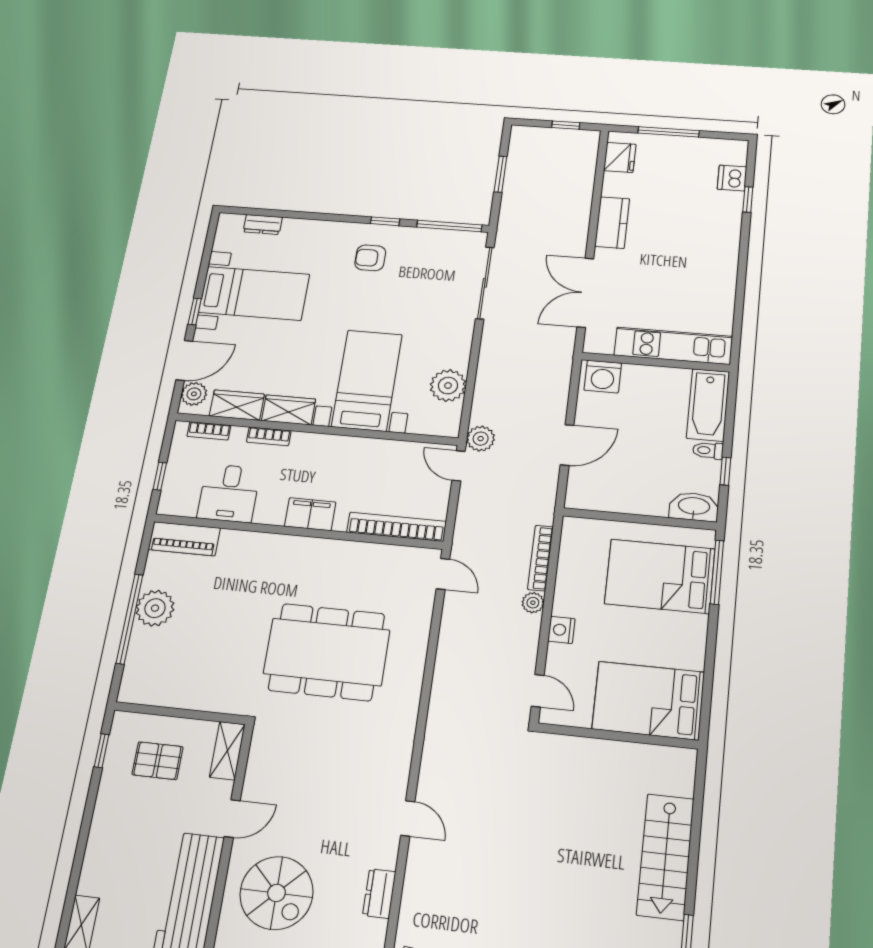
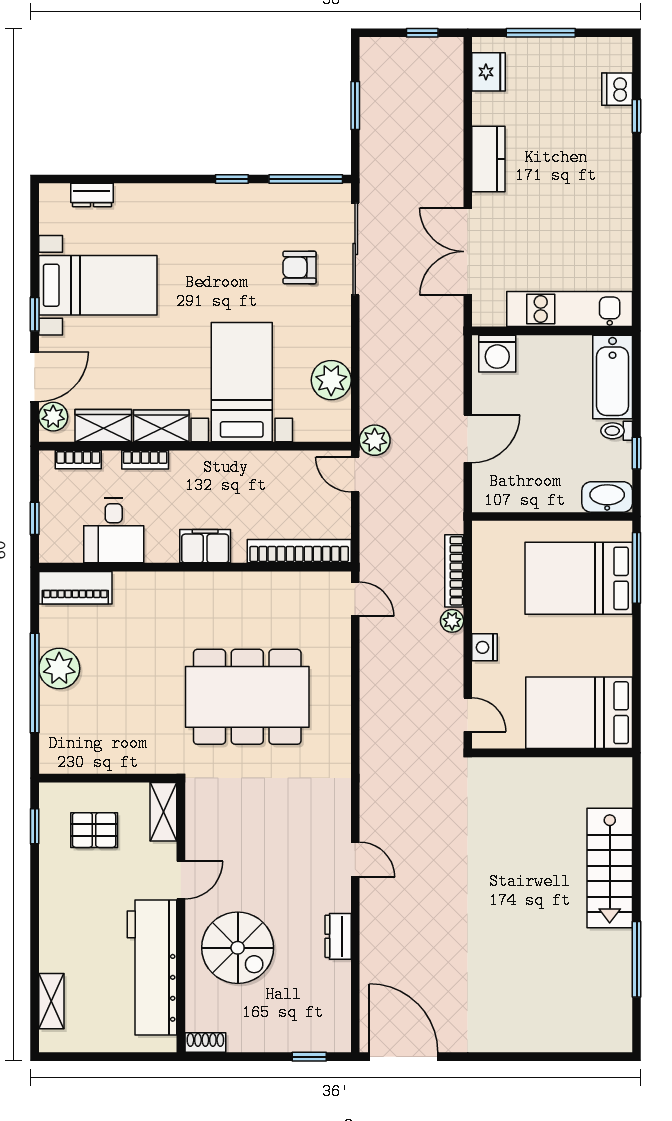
armchair: (370, 258) -> (300, 267), moved

